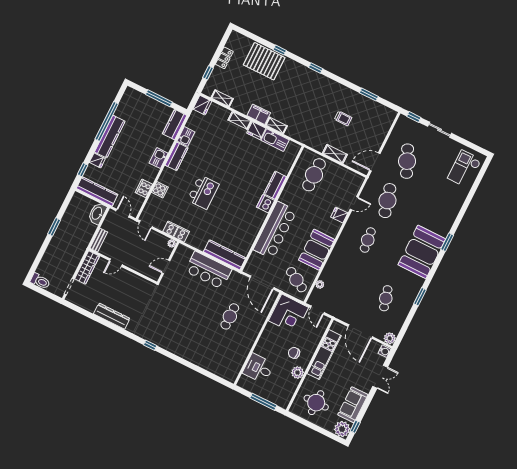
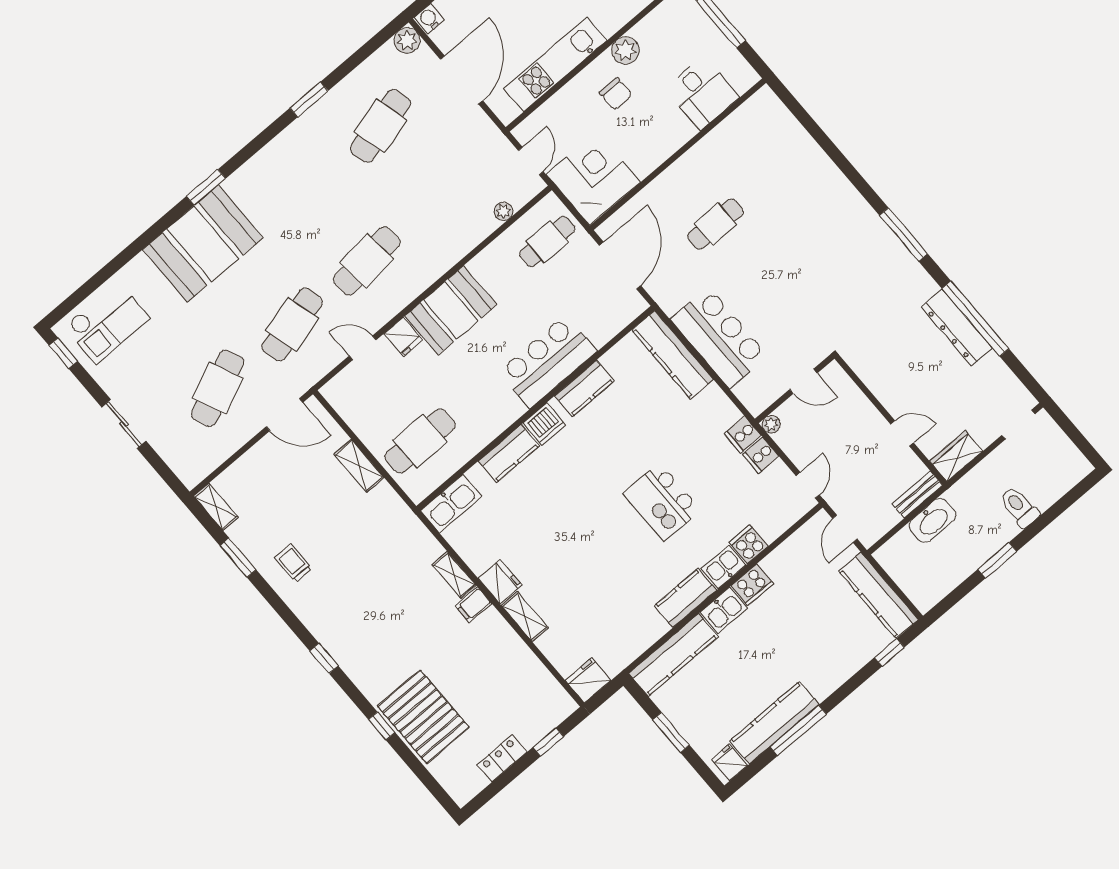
window: (159, 98) -> (671, 732), width x0.69
shelving: (222, 98) -> (216, 507), moved
filing cabinet: (259, 114) -> (473, 605), width x0.50
window: (414, 117) -> (63, 353), moved
trolley: (343, 118) -> (293, 563), moved
window: (107, 121) -> (798, 730), width x0.68
kitchen counter: (175, 125) -> (673, 655), width x1.50
kitchen counter: (110, 137) -> (774, 723), moved
kitchen sink: (186, 137) -> (723, 567), moved
kitchen sink: (275, 140) -> (451, 504), moved, turned 90
fridge: (97, 160) -> (730, 762), moved
cooker: (144, 188) -> (752, 585), moved
kitchen island: (203, 192) -> (662, 502), turned -90
washbasin: (97, 213) -> (932, 520), moved
kitchen counter: (255, 225) -> (584, 388), added
bar counter: (275, 230) -> (548, 361), width x0.73
cafe table: (368, 240) -> (367, 261), width x1.37, depth x1.35
booth: (317, 250) -> (451, 310), moved
booth: (422, 252) -> (203, 244), moved
wardrobe: (87, 267) -> (956, 456), width x0.67
cafe table: (296, 280) -> (547, 242), turned 60
toilet: (40, 281) -> (1019, 507), moved
cafe table: (386, 298) -> (380, 126), width x1.37, depth x1.35
window: (106, 323) -> (975, 319), added
window: (150, 345) -> (904, 235), width x2.17

